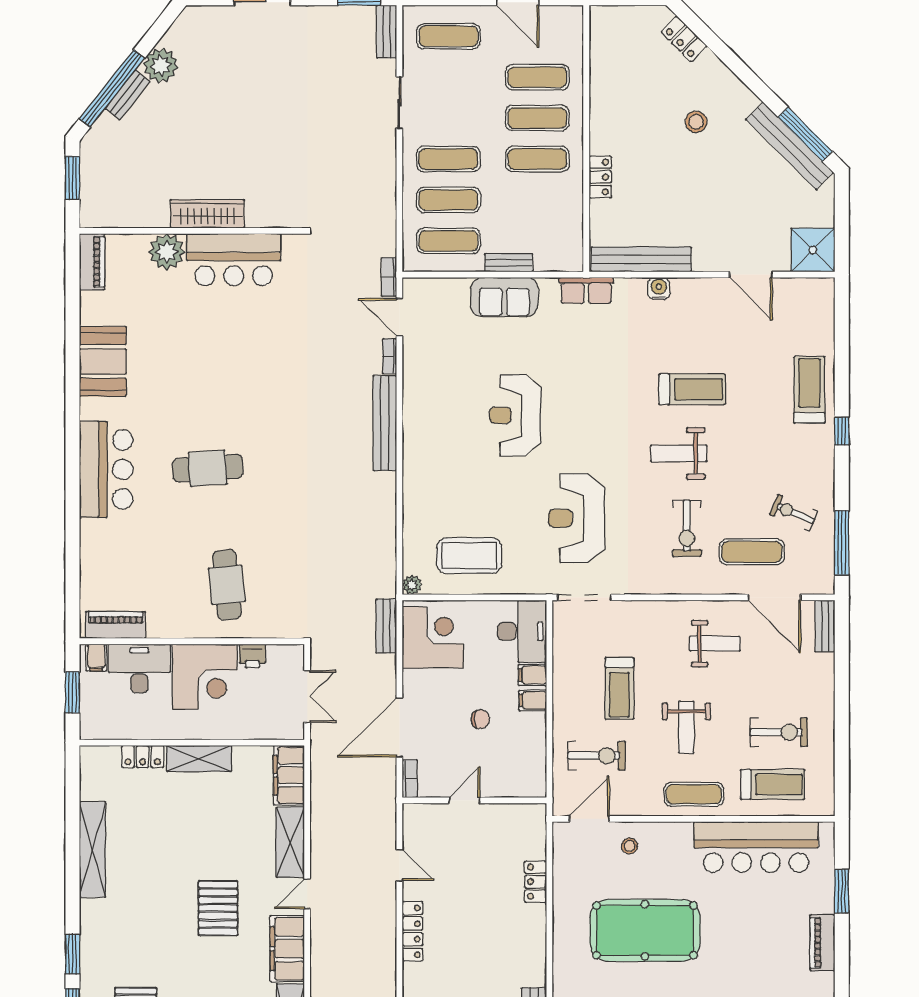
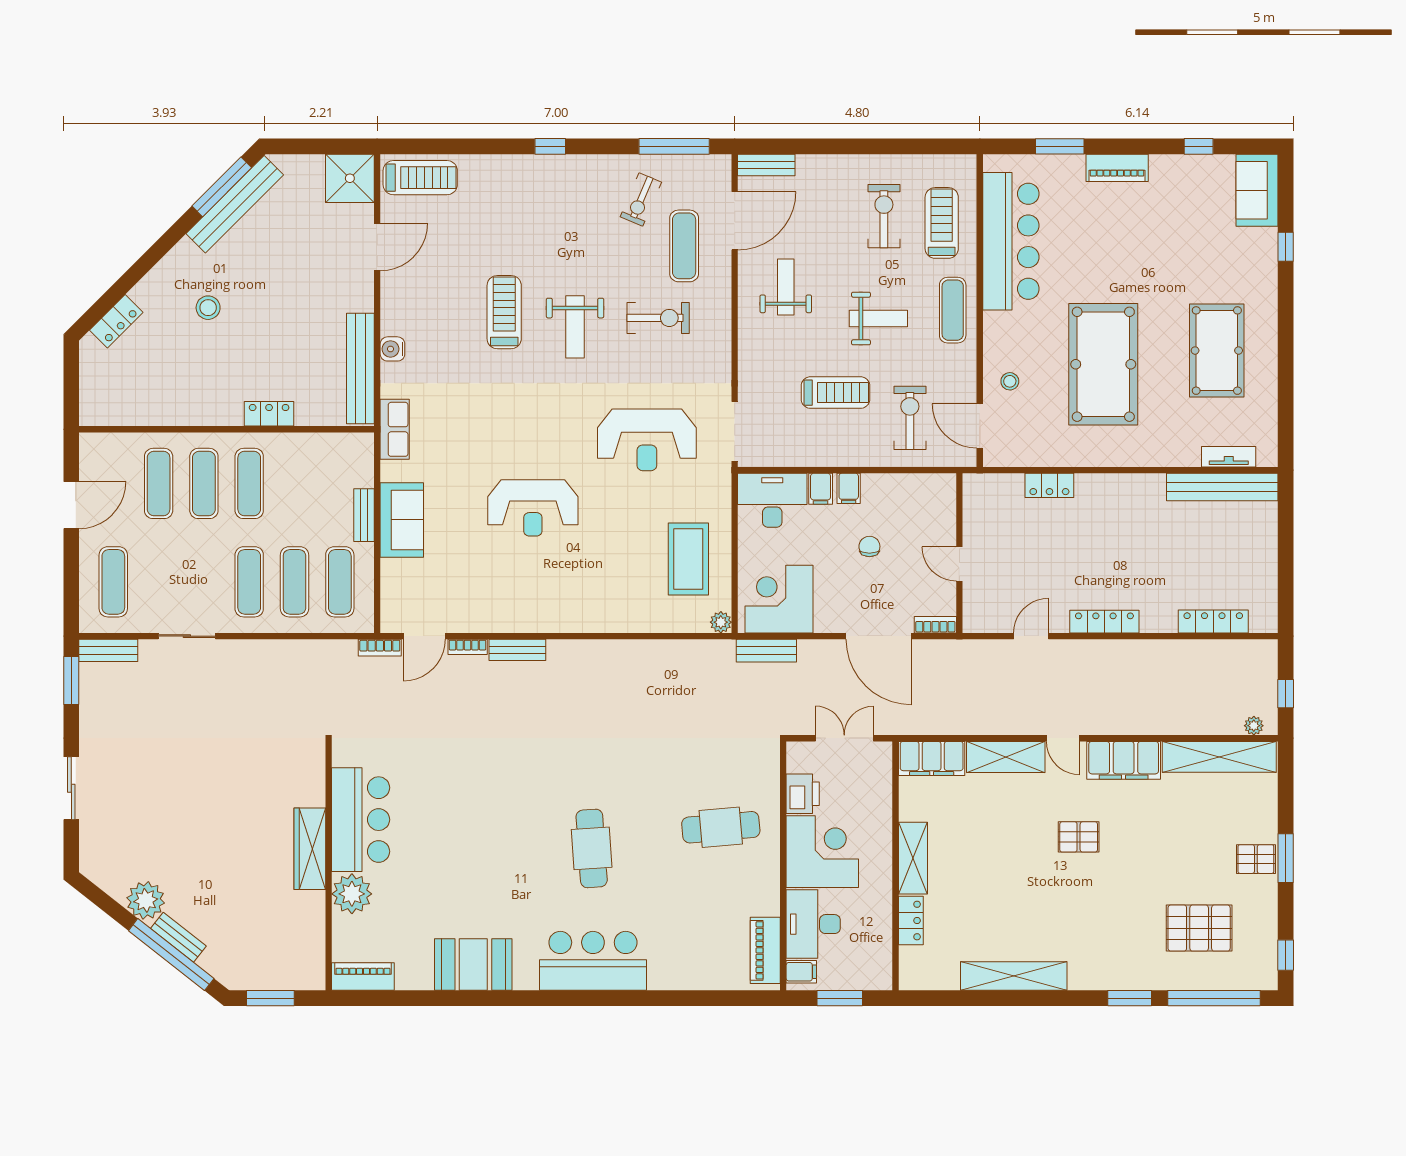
treadmill: (809, 390) -> (420, 178), moved, turned 180
bench: (385, 423) -> (517, 650), width x0.54, depth x0.82
printer: (252, 656) -> (803, 794), width x1.36, depth x1.24
pallet: (218, 908) -> (1079, 837), width x0.67, depth x0.71

